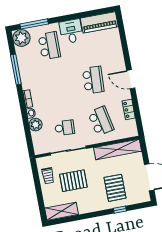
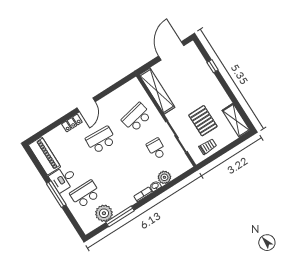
window: (34, 24) -> (56, 194), moved
plant: (21, 38) -> (104, 213), moved
locker: (129, 109) -> (72, 123), moved
pallet: (115, 188) -> (194, 79), removed

